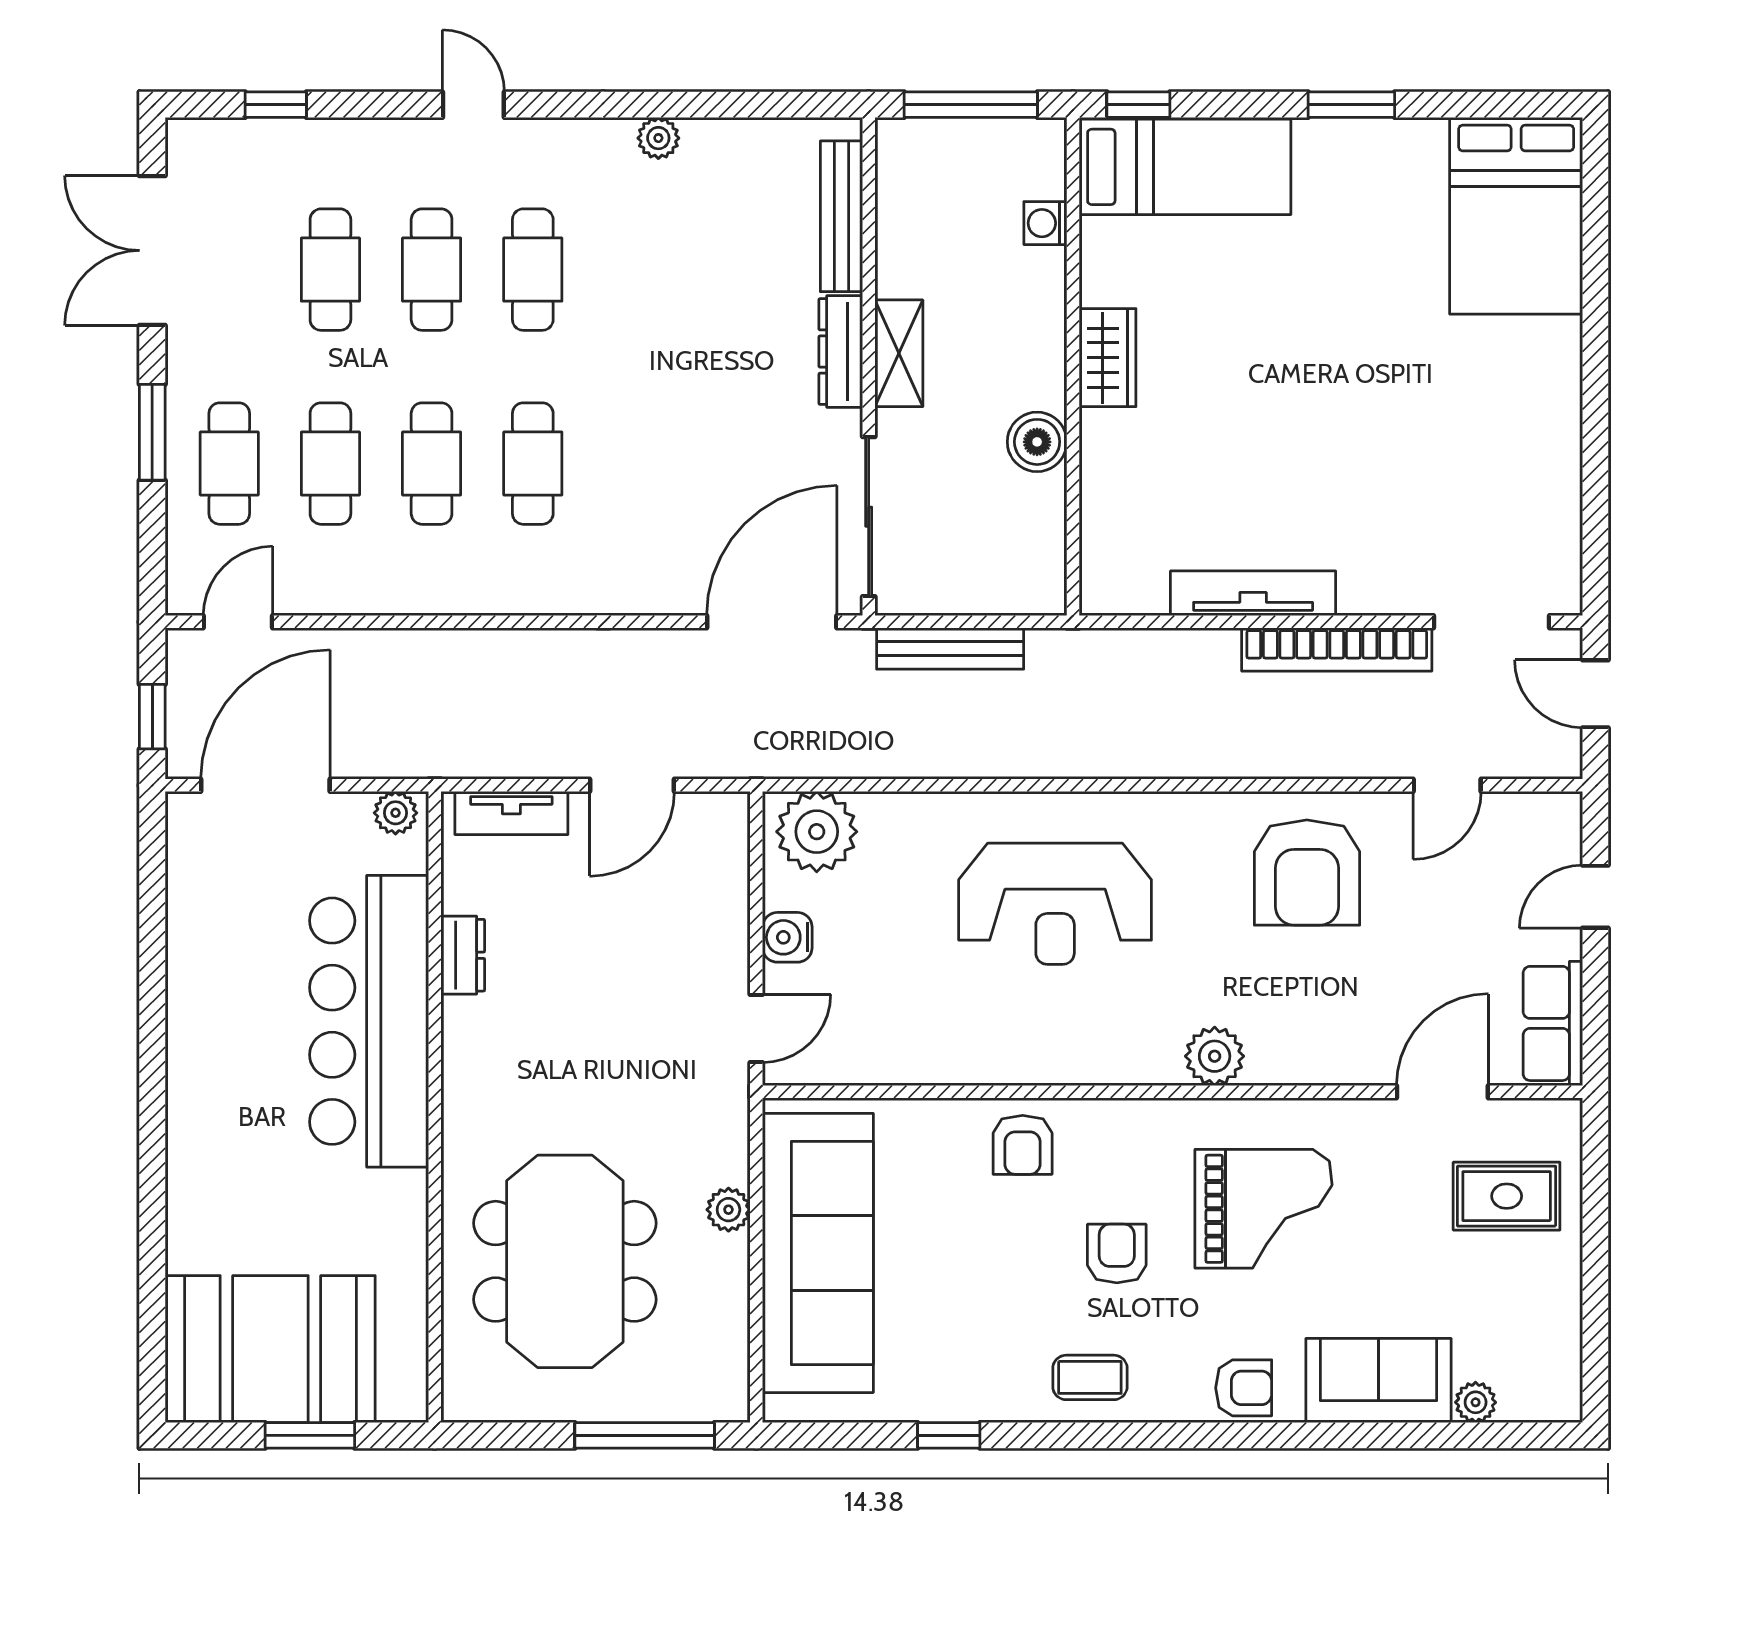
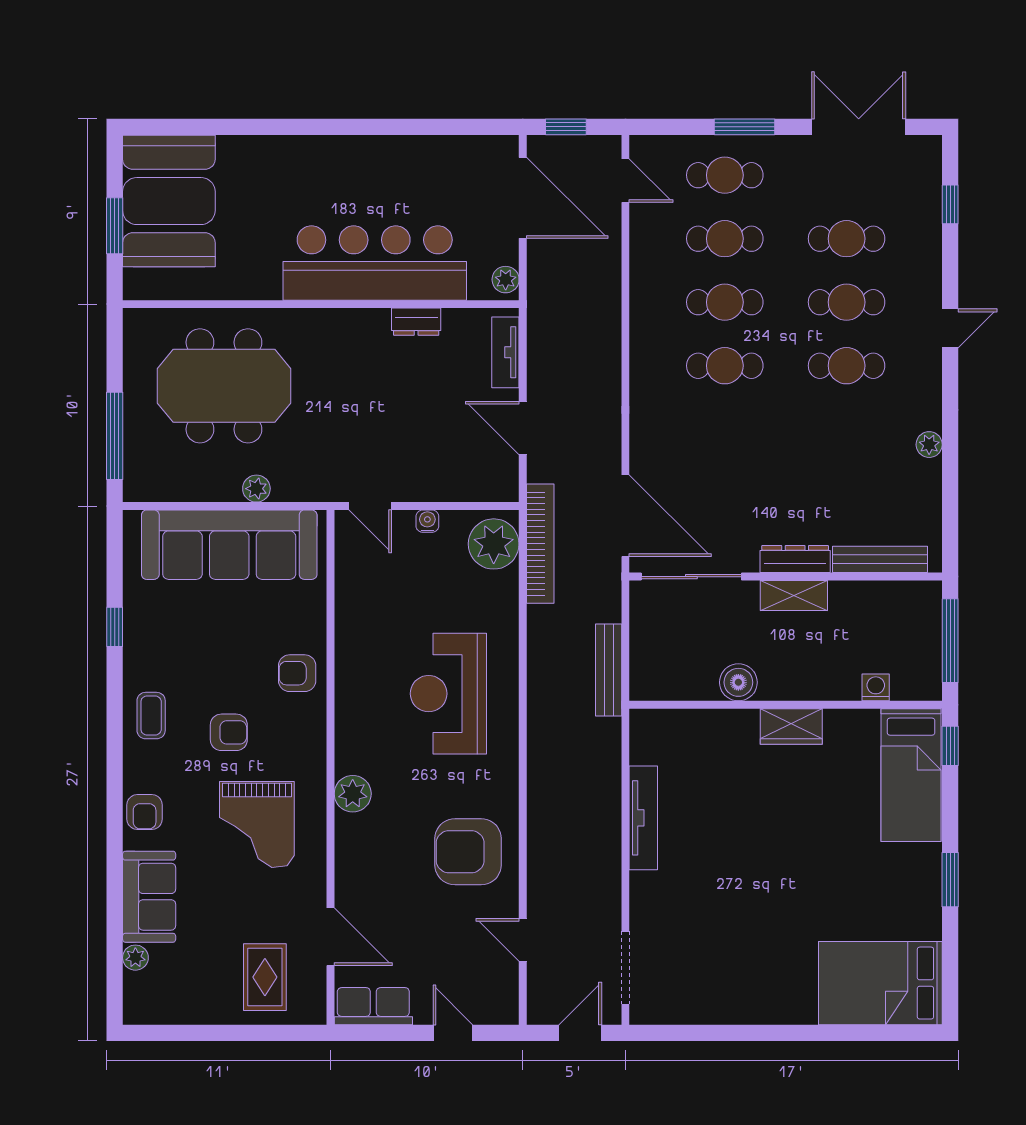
bench: (950, 649) -> (609, 670), moved
bookcase: (1337, 650) -> (540, 544), moved, turned 180
water cooler: (787, 937) -> (427, 521), width x0.72, depth x0.72

